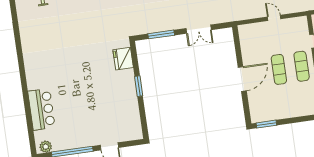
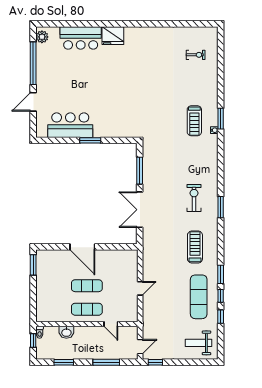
double door: (199, 29) -> (140, 210), width x1.37
fridge: (123, 59) -> (113, 36), moved, turned 180
bar counter: (127, 107) -> (70, 125), added

